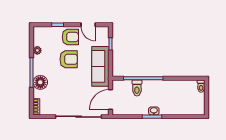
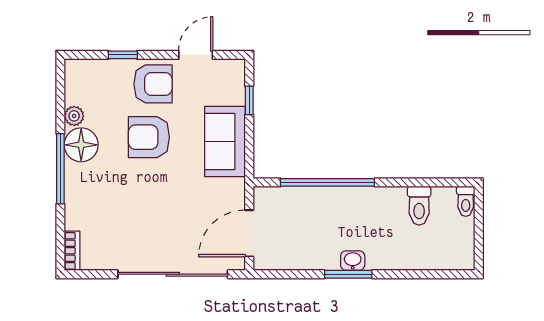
door: (88, 25) -> (196, 55), swing flipped
armchair: (69, 59) -> (149, 137), turned 180
sofa: (100, 66) -> (225, 141), width x0.73
floor lamp: (40, 82) -> (81, 145), moved
toilet: (137, 88) -> (419, 206), moved

